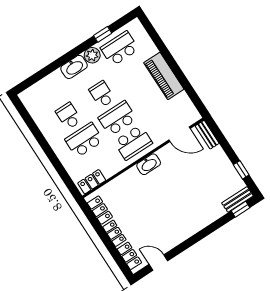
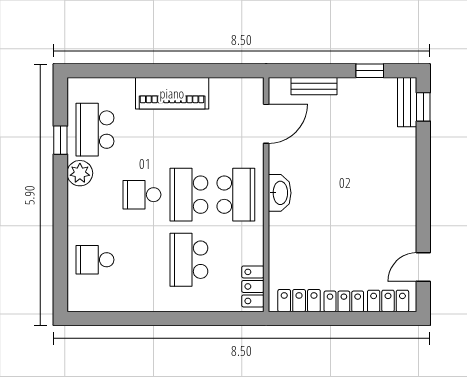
washbasin: (74, 67) -> (80, 209), removed
school desk: (69, 116) -> (95, 260), moved
bench: (207, 135) -> (314, 86), moved

